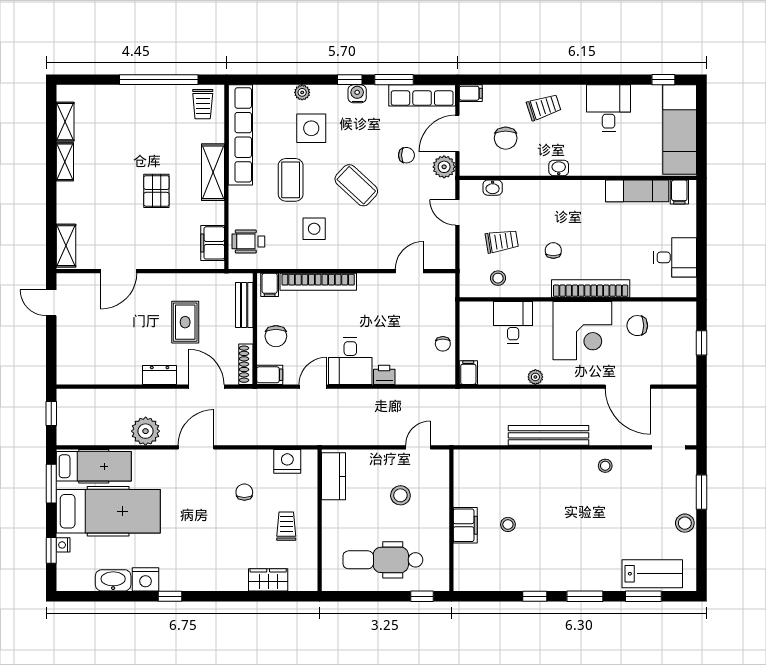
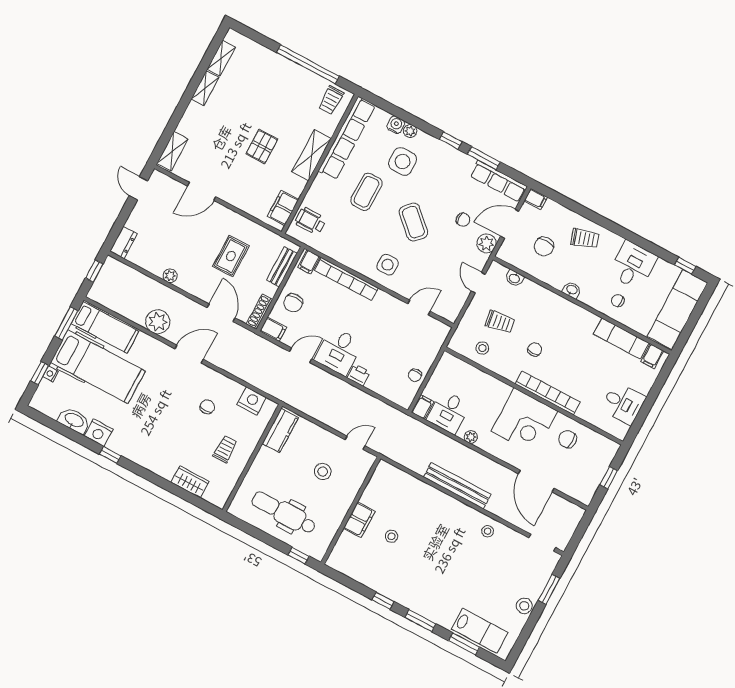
water cooler: (357, 94) -> (396, 125), moved
chair: (613, 153) -> (618, 301), added
side table: (314, 229) -> (388, 265), moved
desk: (513, 322) -> (448, 412), moved, turned 180
dresser: (160, 375) -> (124, 242), moved, turned 90
plant: (133, 376) -> (170, 276), added

